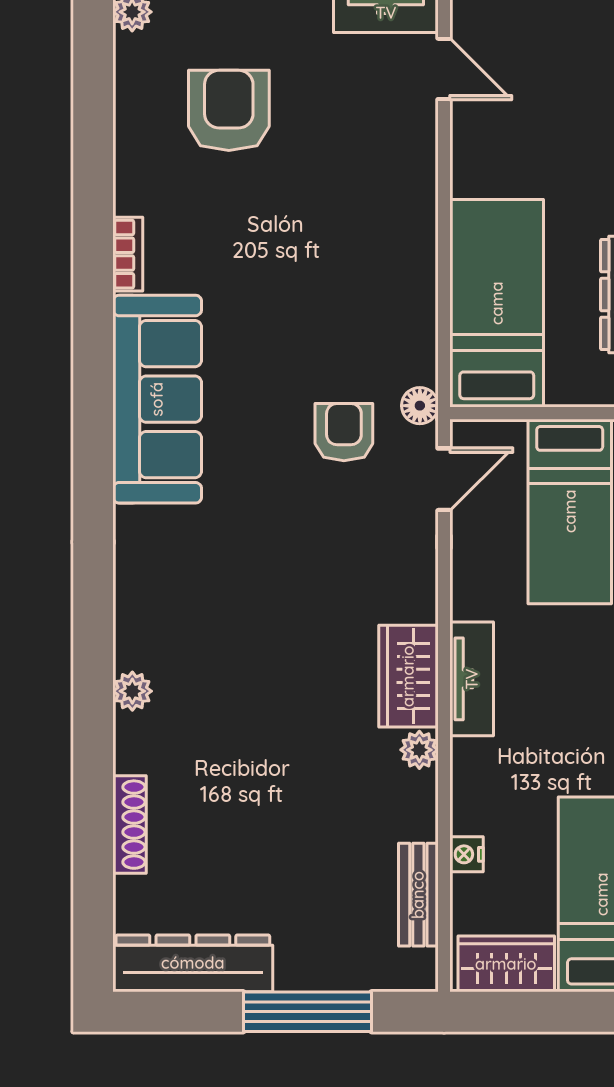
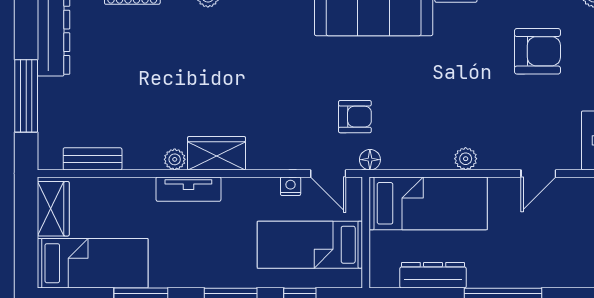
door: (444, 69) -> (538, 173), moved
plant: (418, 237) -> (466, 159), added
tv unit: (472, 679) -> (188, 189), moved
nightstand: (467, 854) -> (291, 186), moved

